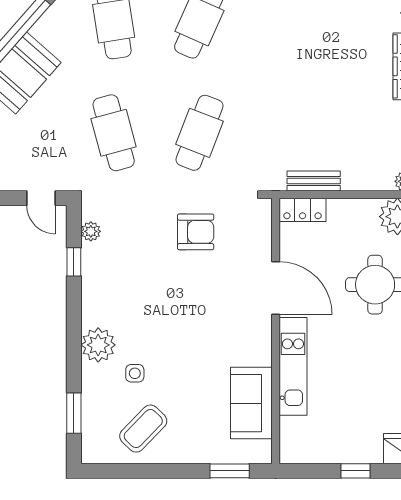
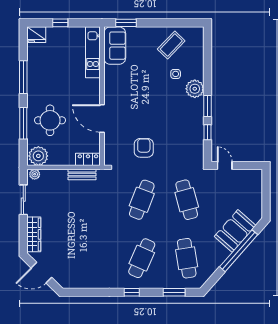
plant: (91, 231) -> (199, 148), removed
armchair: (196, 232) -> (144, 148), turned 90
kitchen unit: (293, 366) -> (93, 52), moved
sofa: (251, 403) -> (115, 46), moved
window: (74, 413) -> (207, 106), moved

